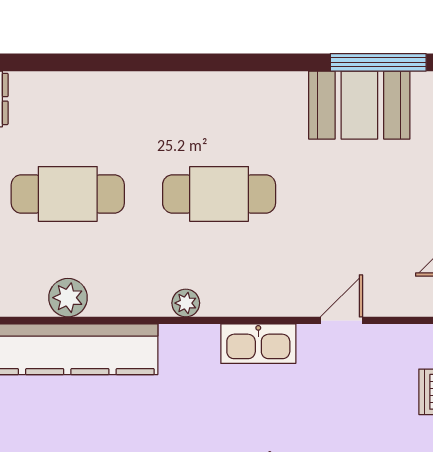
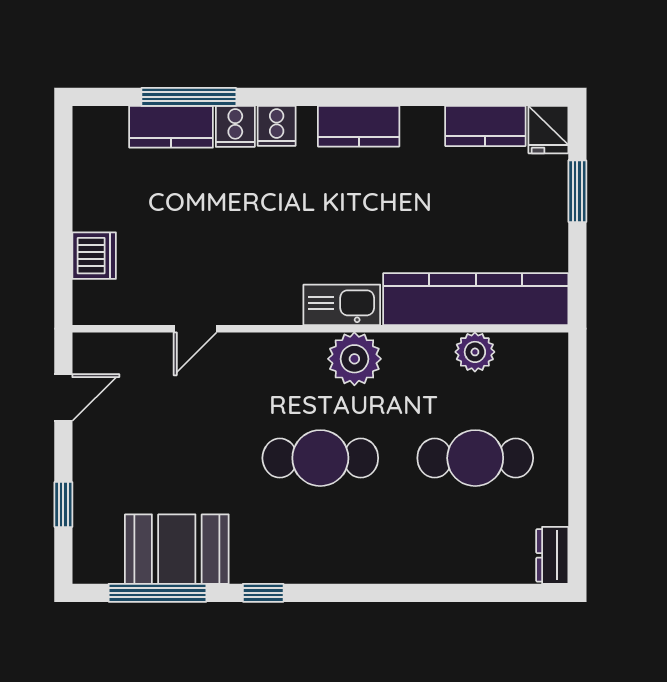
window: (275, 62) -> (263, 593), added
plant: (186, 303) -> (354, 359), width x1.88, depth x1.88
kitchen sink: (258, 344) -> (342, 305), moved

